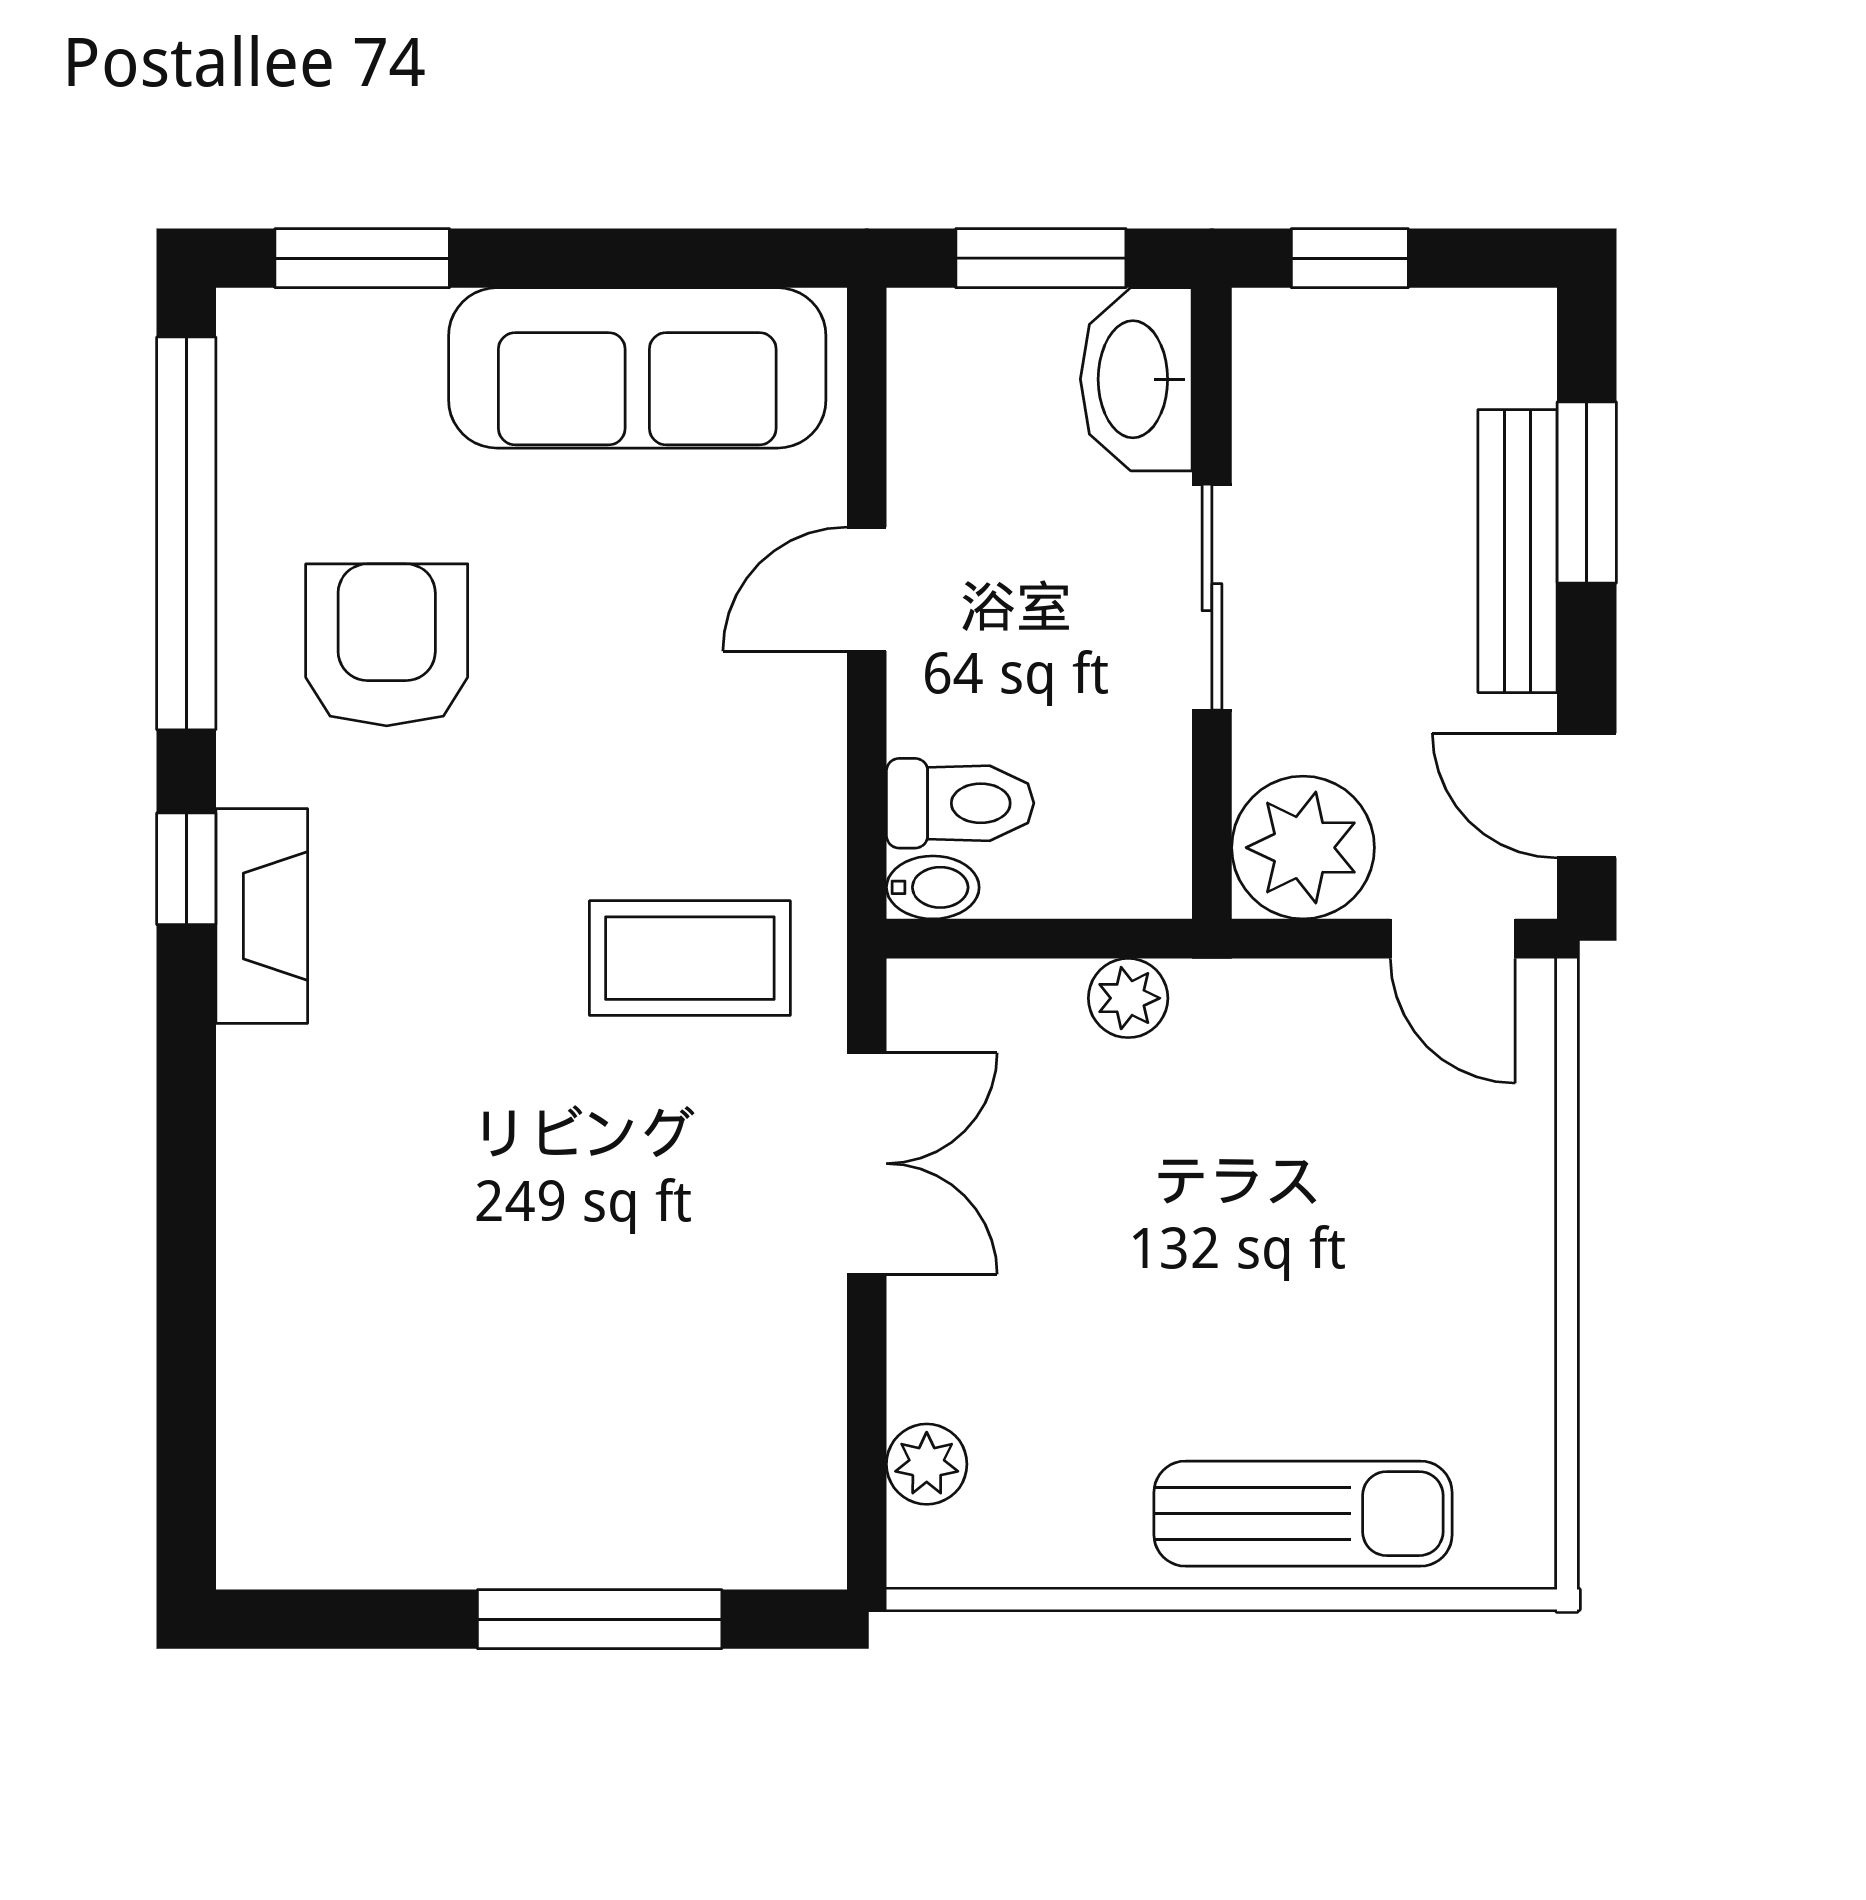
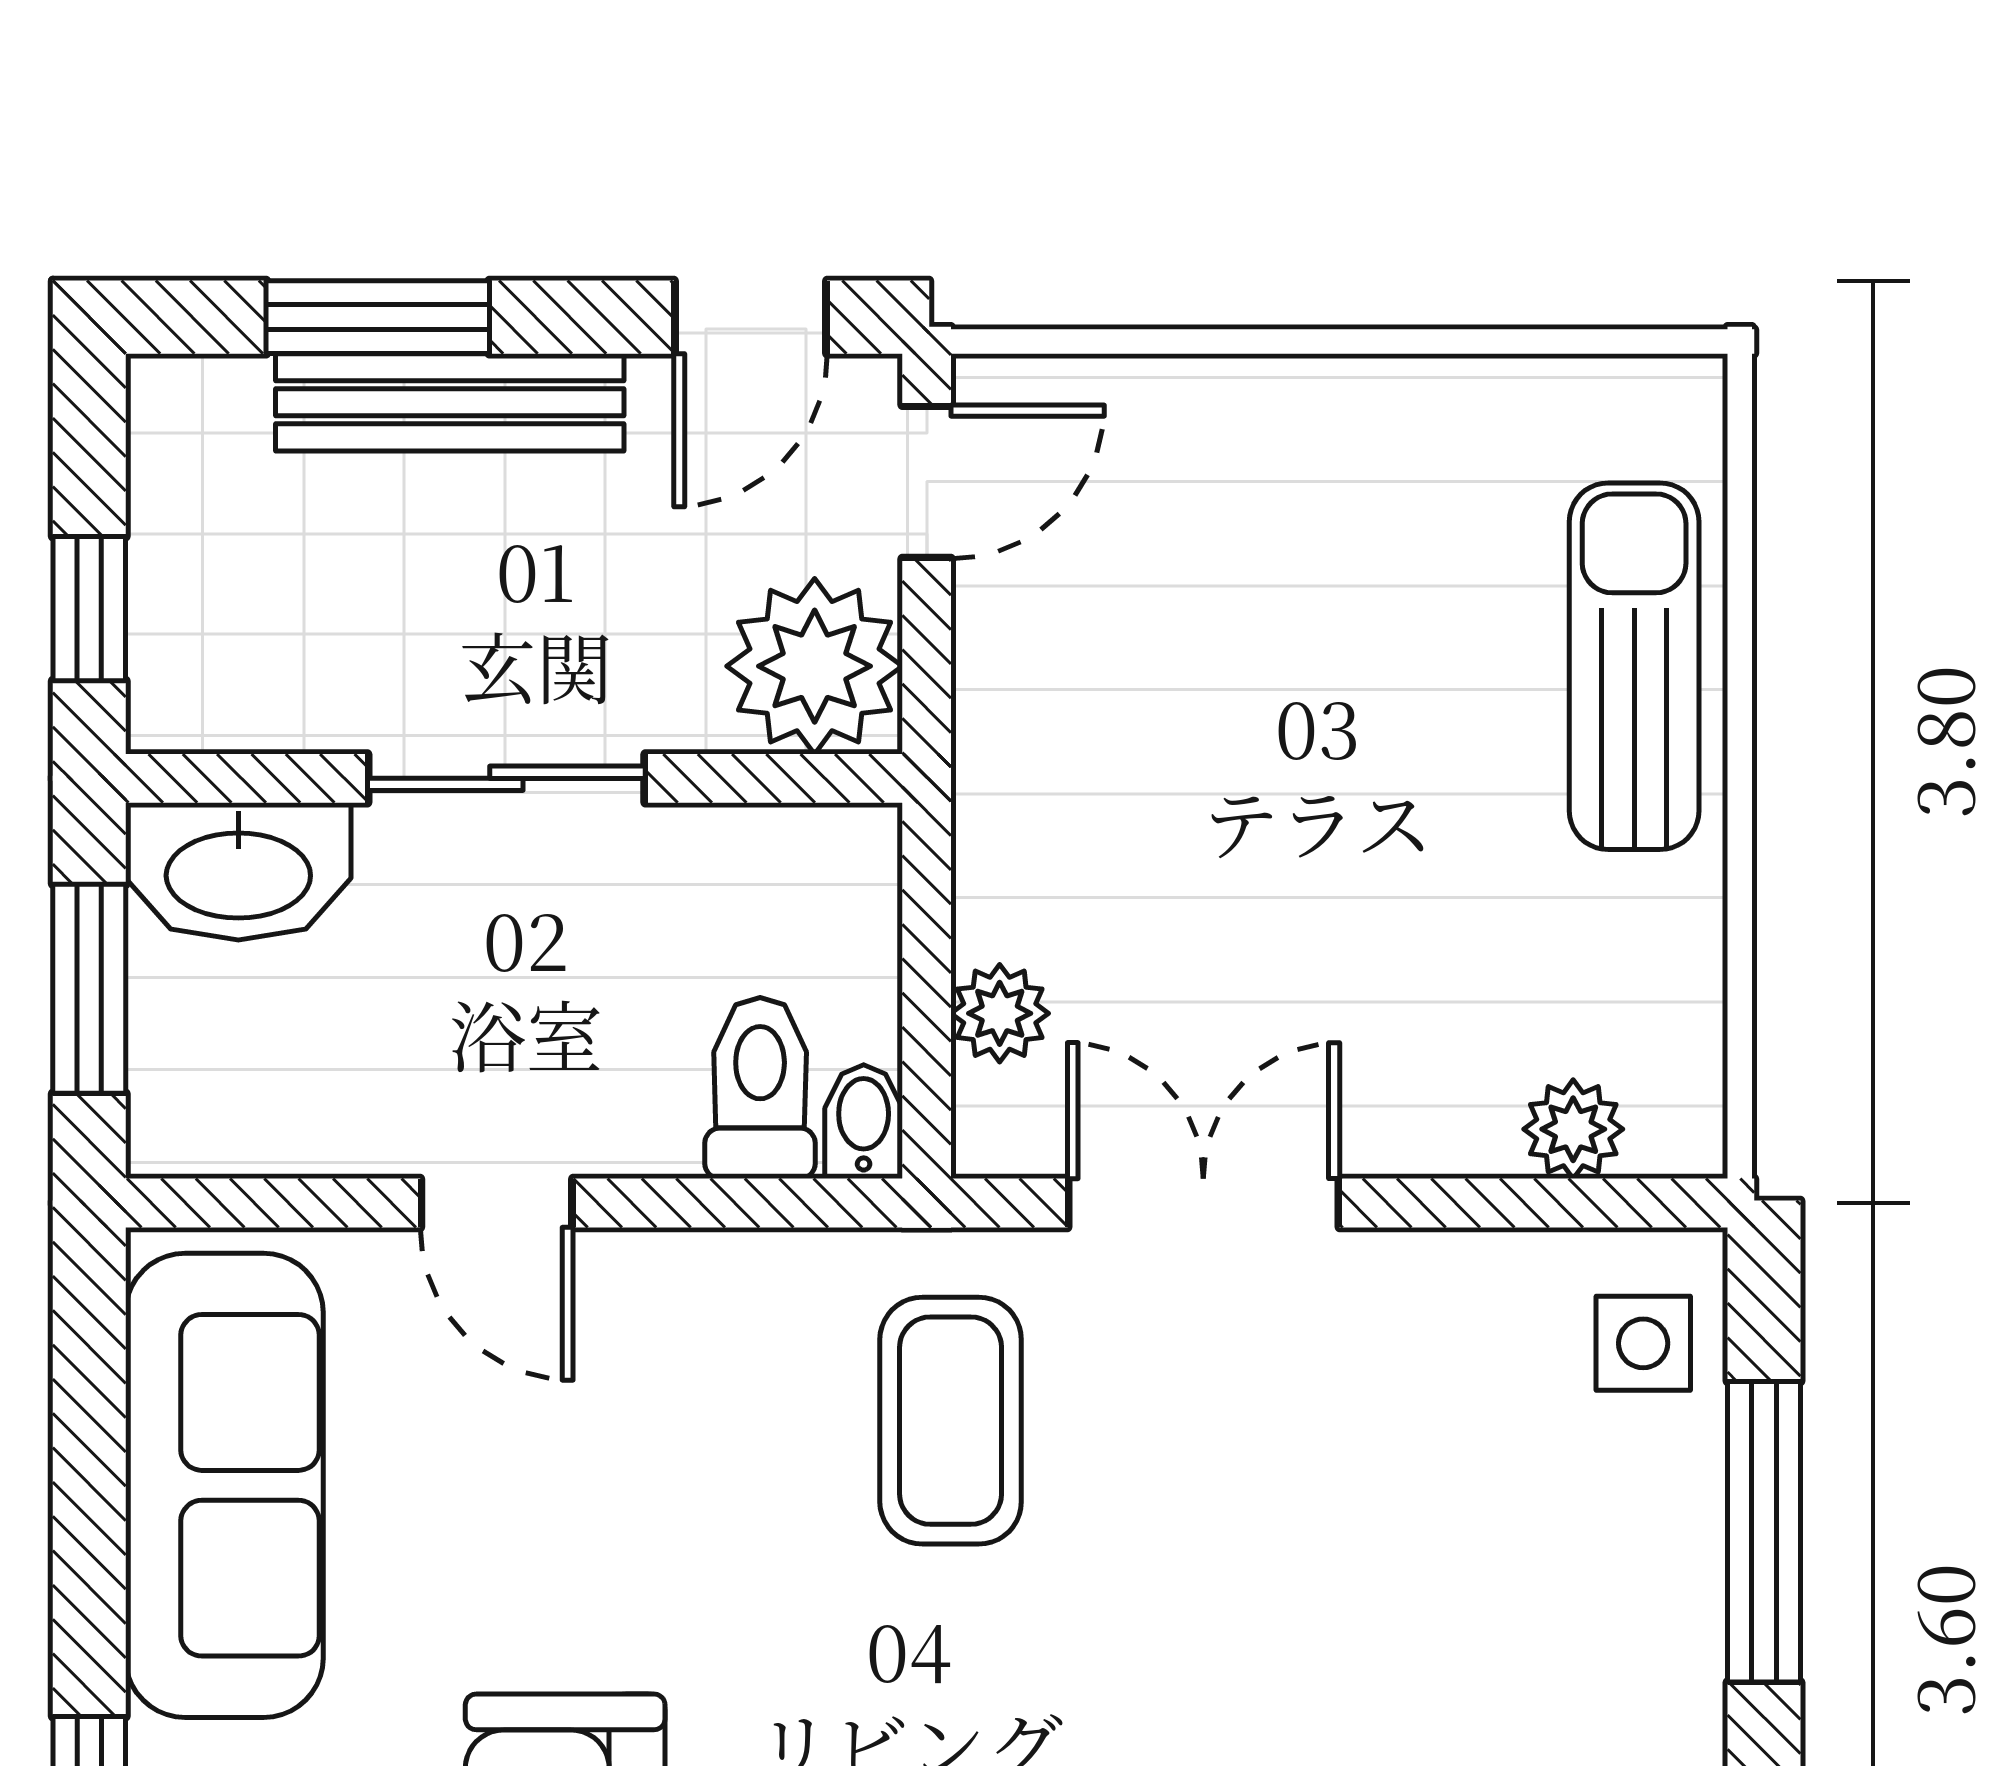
plant: (1128, 998) -> (1000, 1013), moved
side table: (753, 1521) -> (1643, 1343), added

